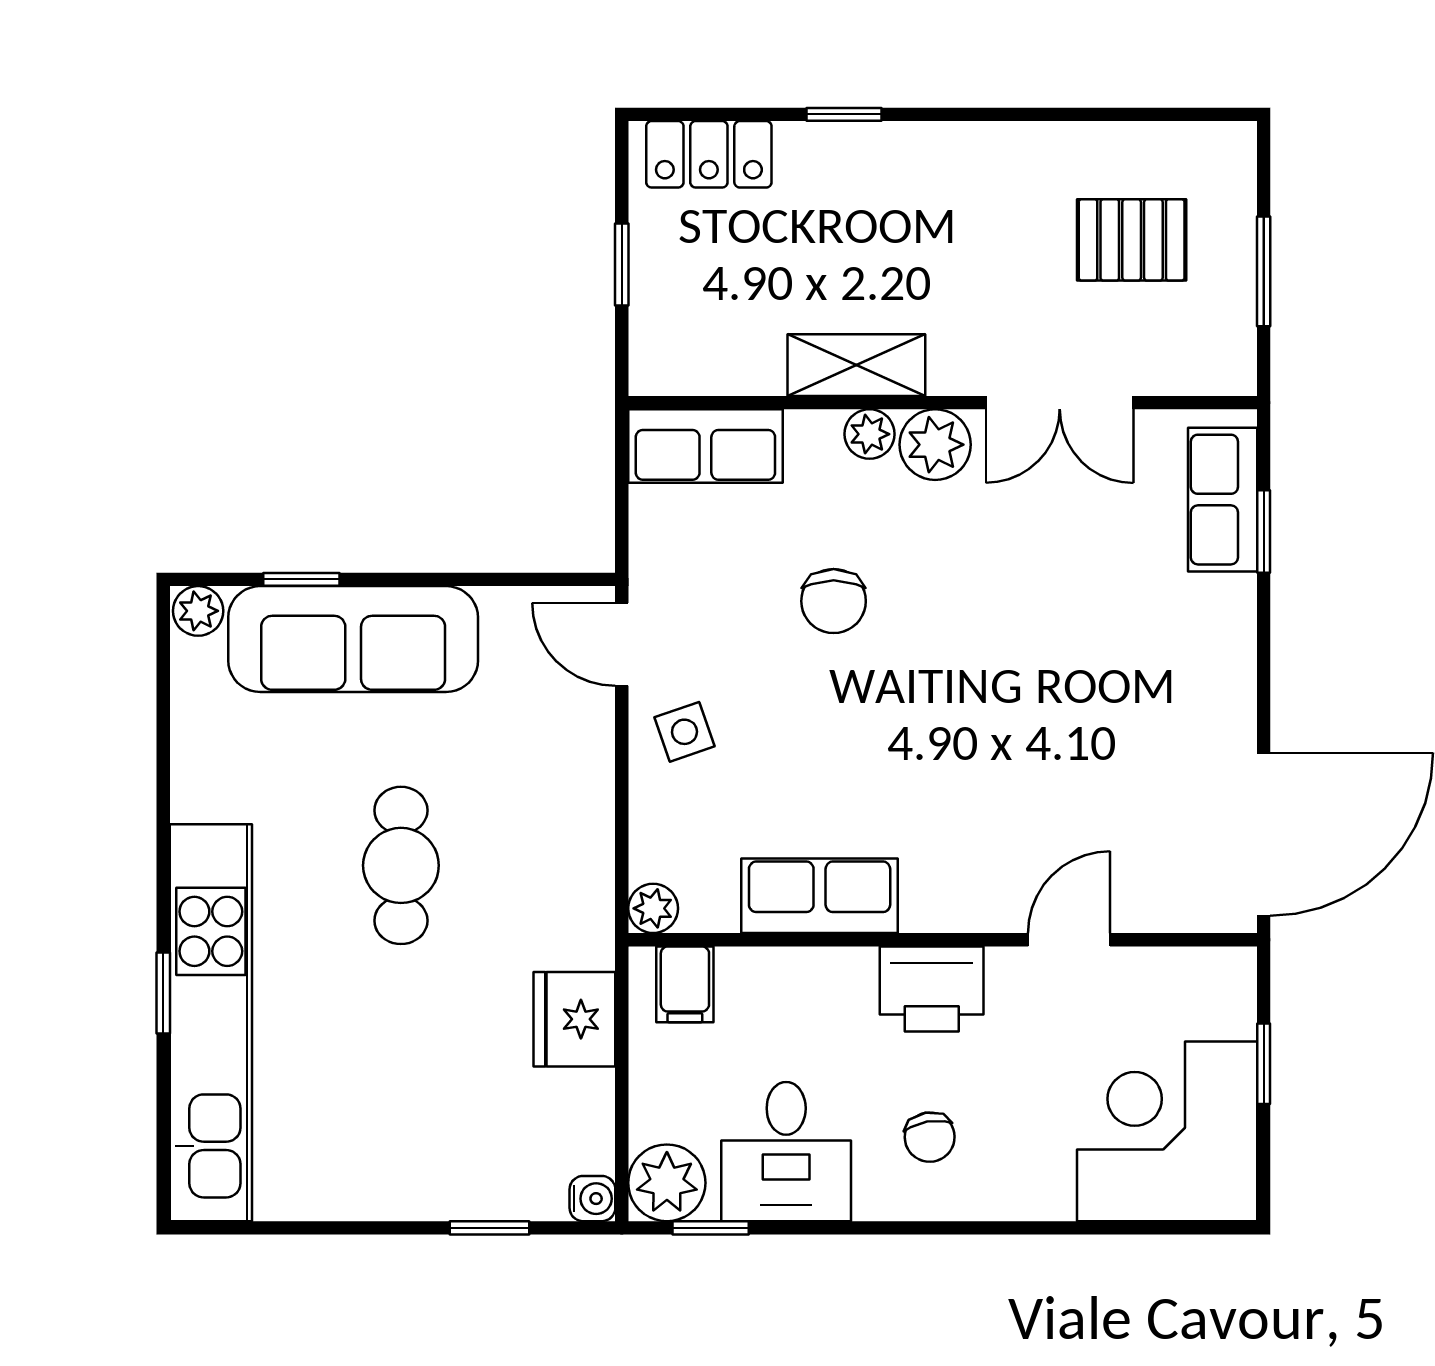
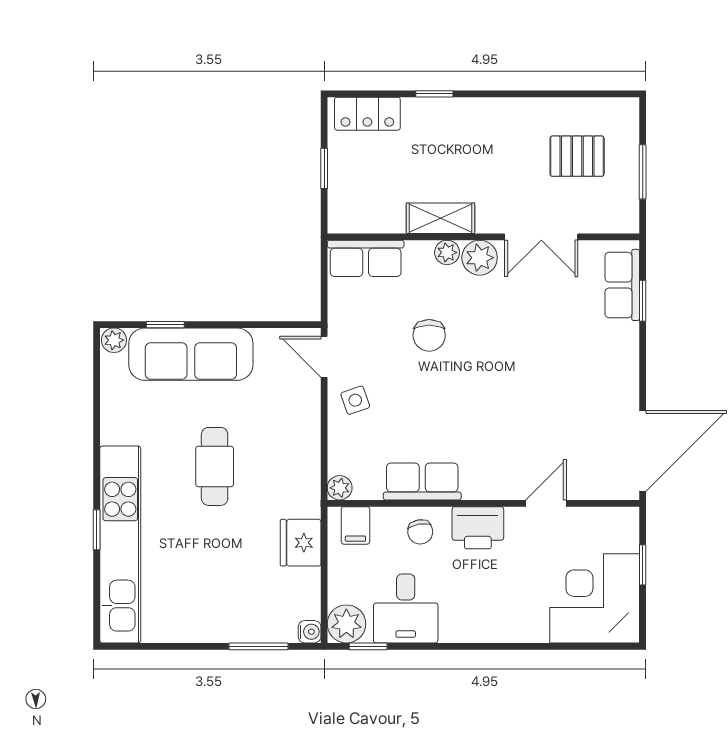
chair: (930, 1137) -> (420, 532), moved
window: (489, 1228) -> (258, 646), width x1.50

